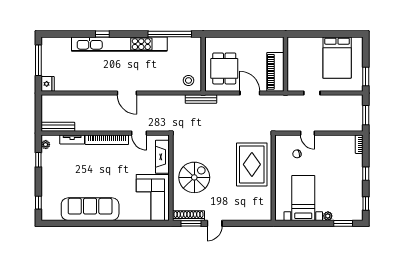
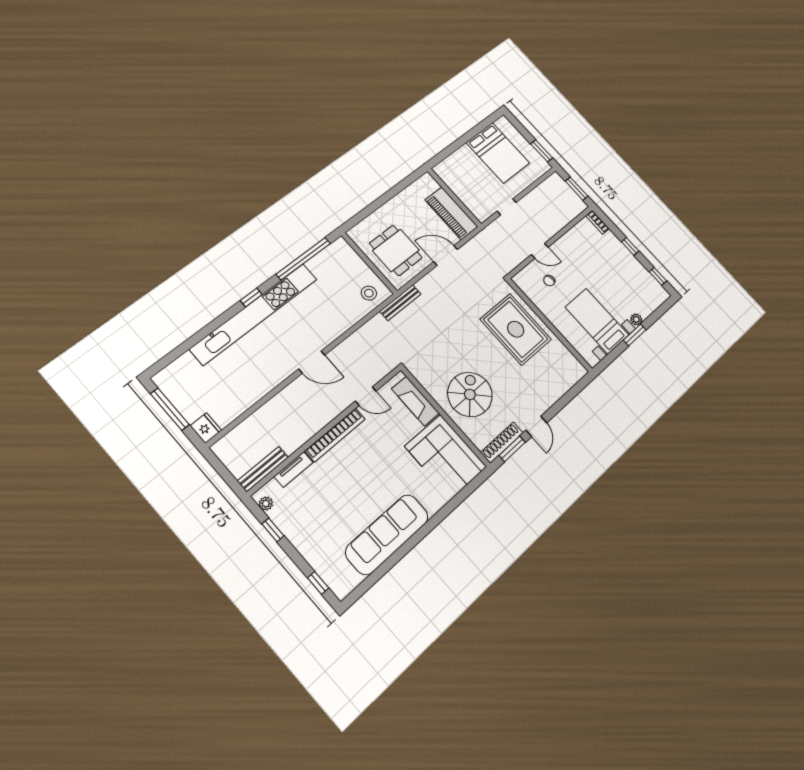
window: (102, 34) -> (251, 297), moved
window: (343, 223) -> (635, 335), moved

